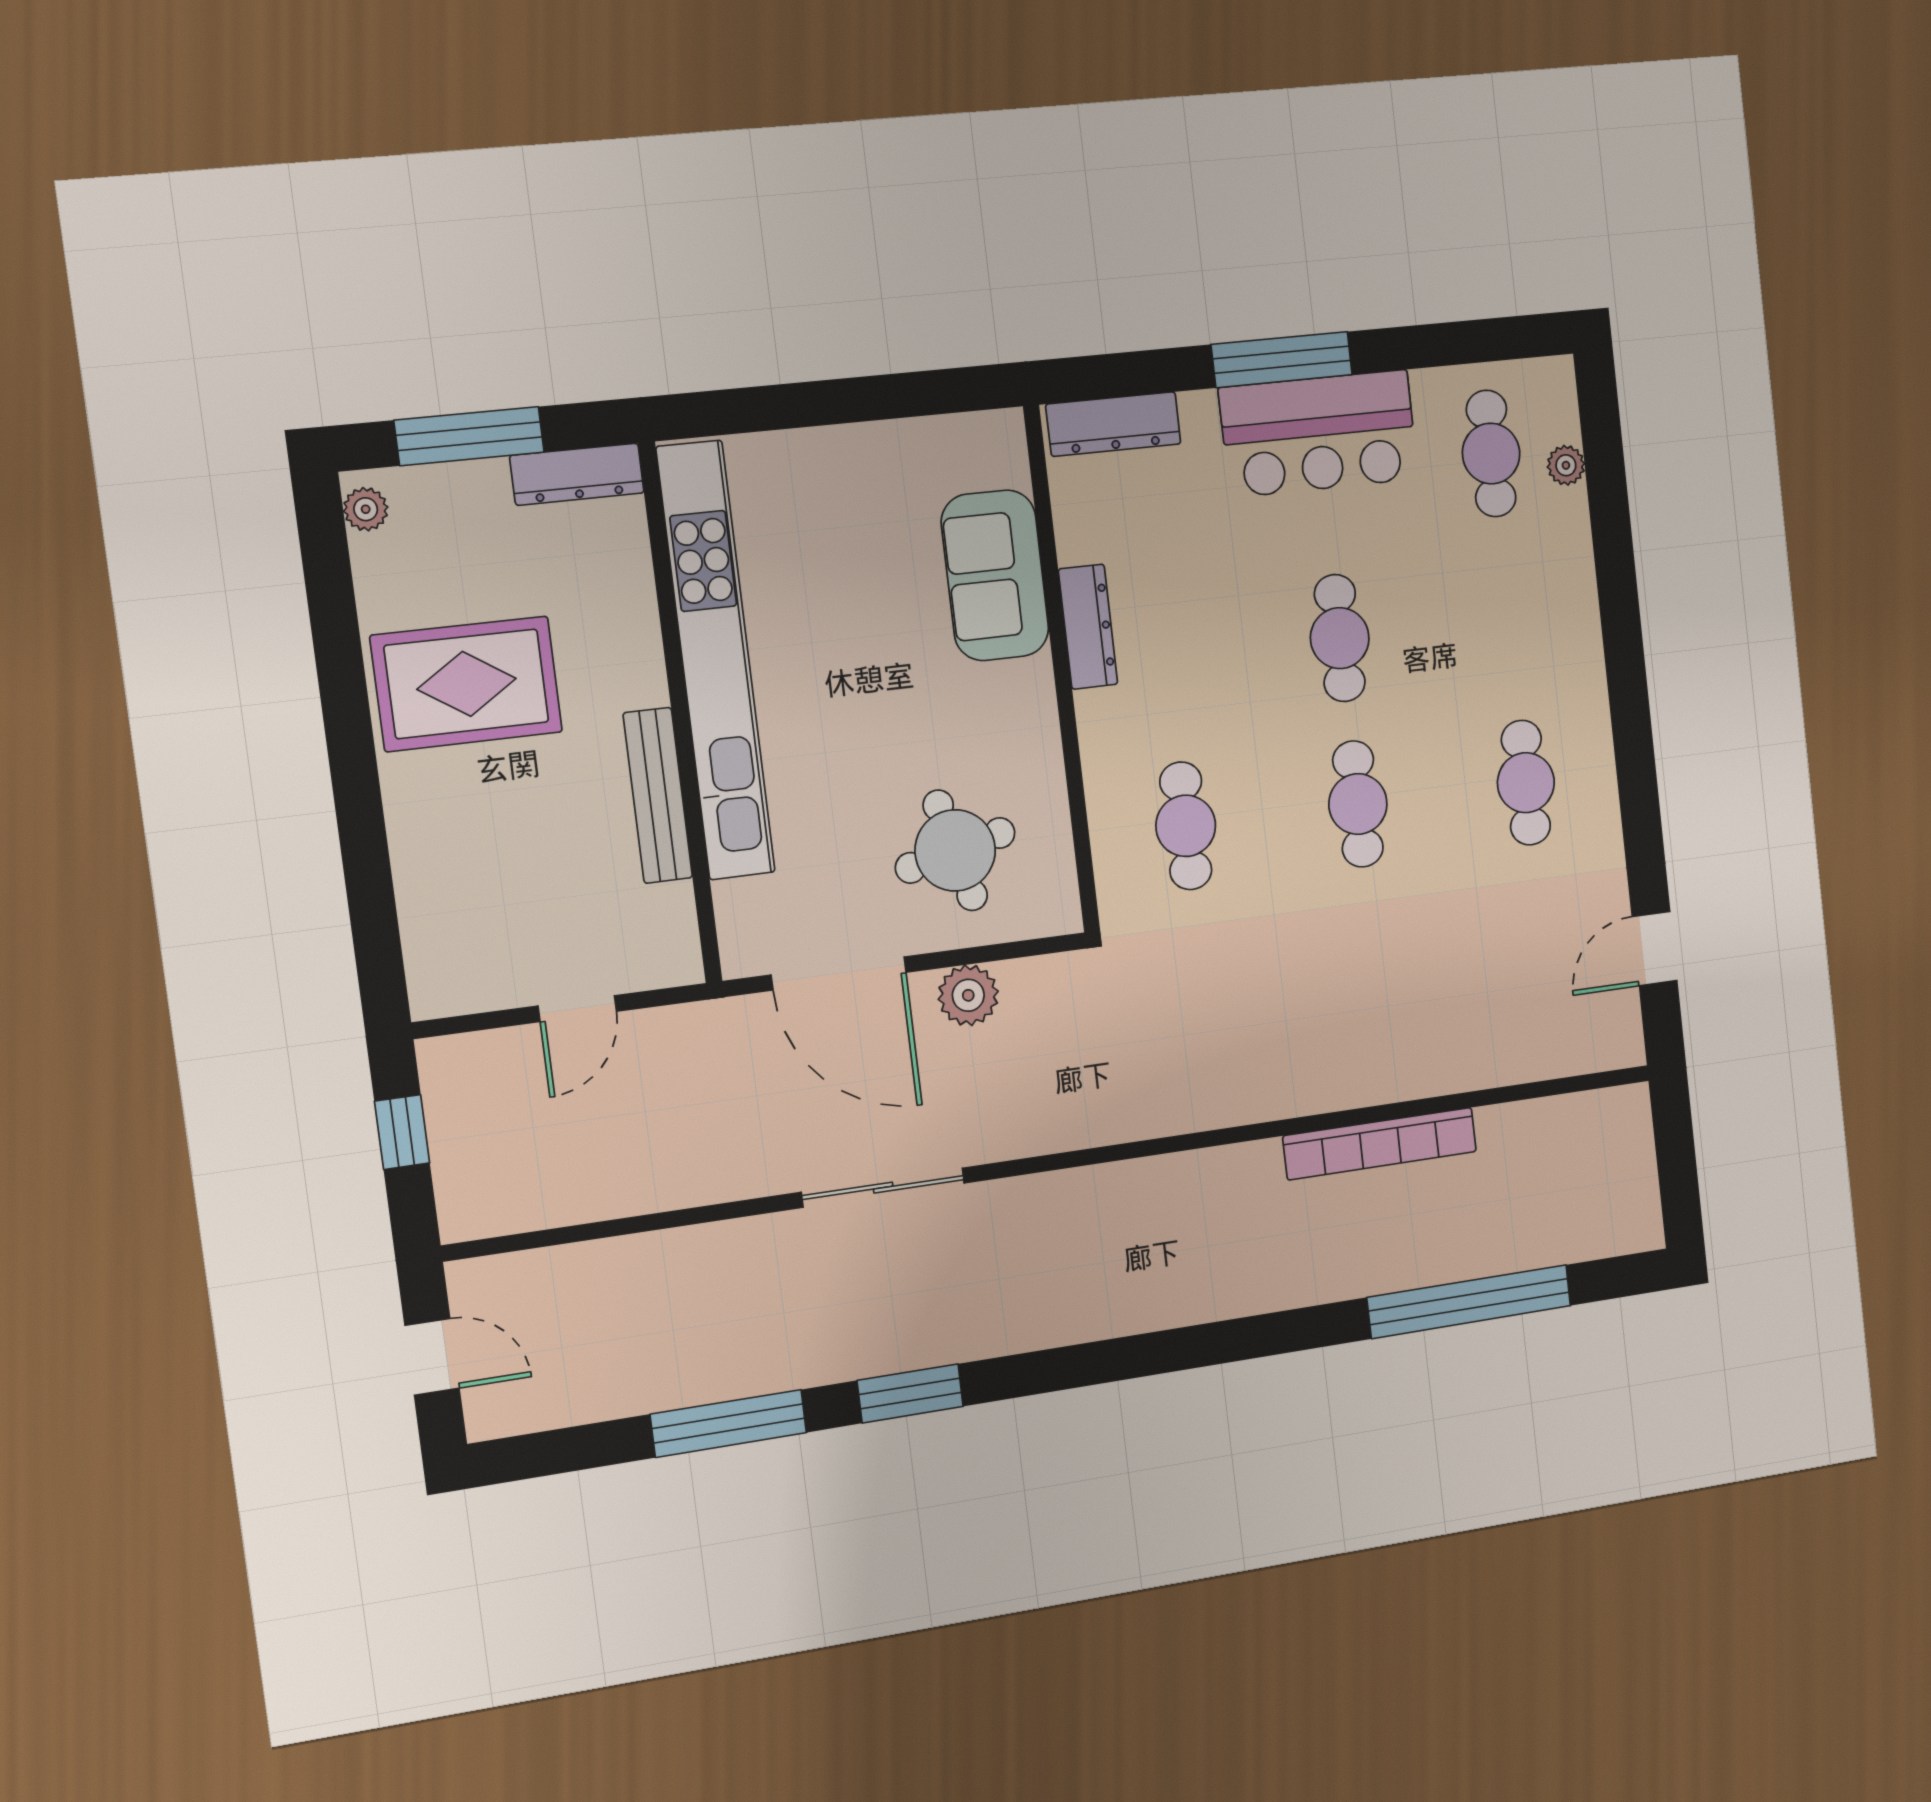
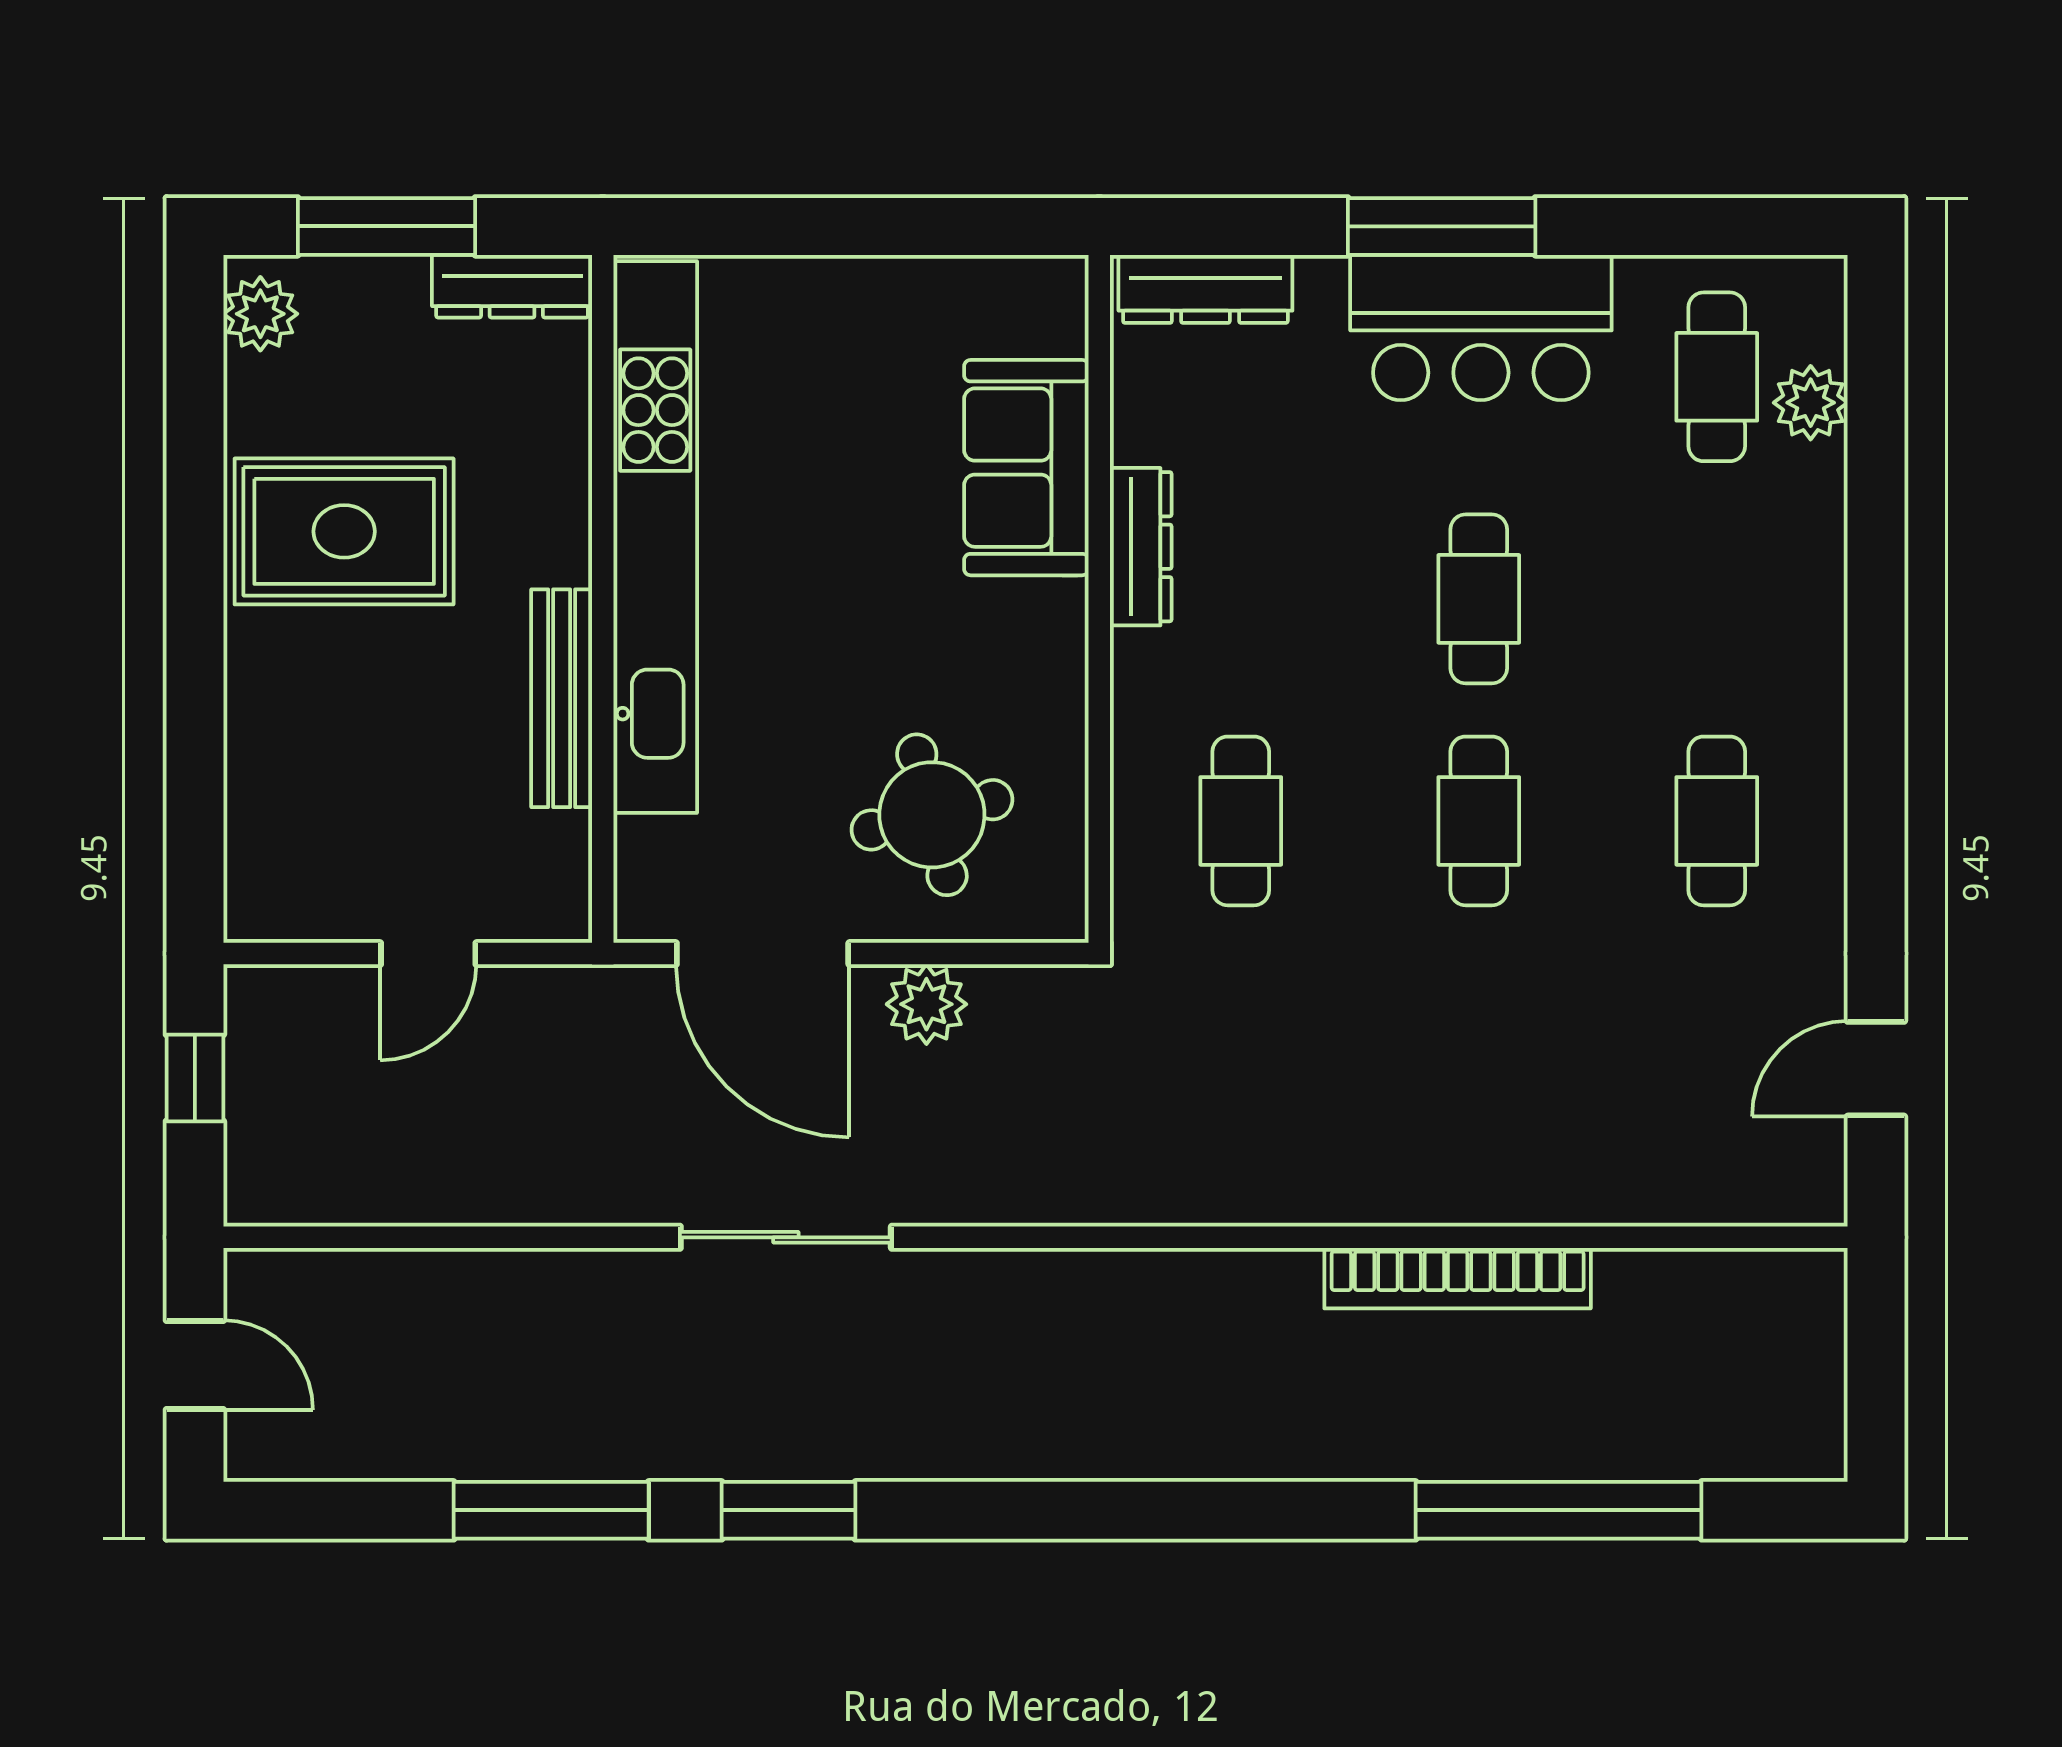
plant: (1566, 465) -> (1811, 403), width x1.38, depth x1.38
plant: (366, 509) -> (260, 314), width x1.38, depth x1.38

